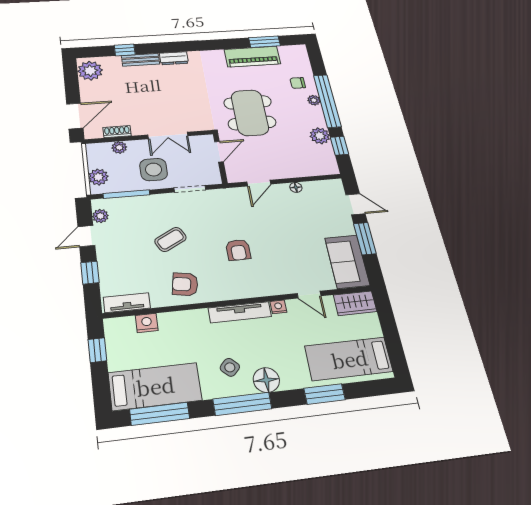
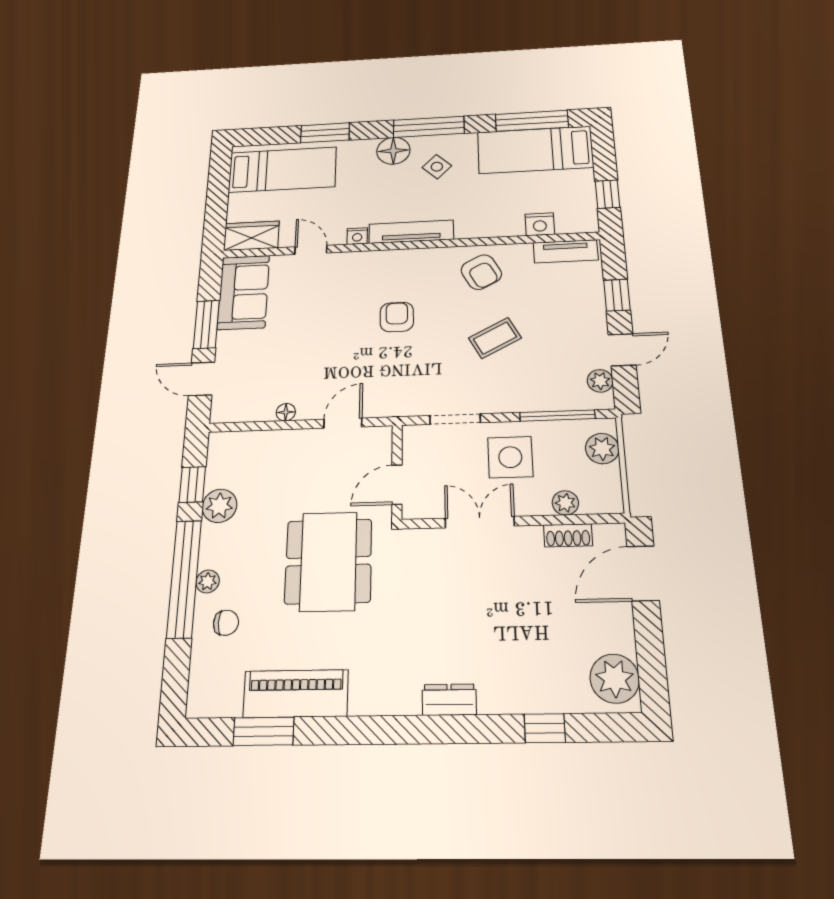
bench: (141, 60) -> (515, 700), removed
armchair: (185, 284) -> (481, 272), turned 52

